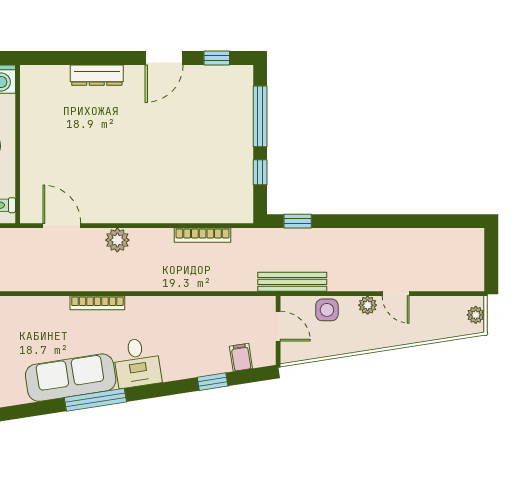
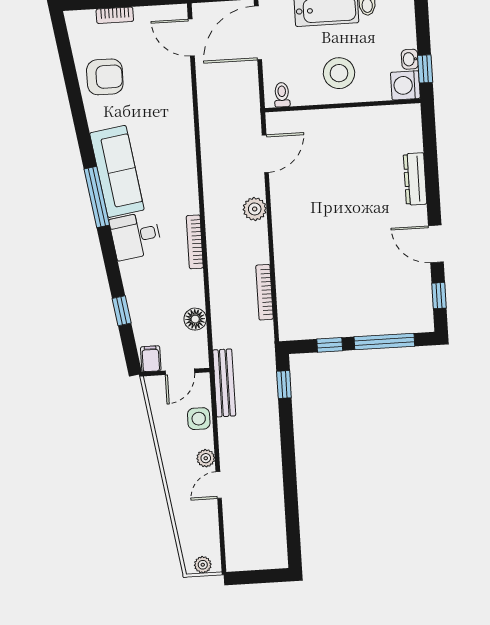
bookcase: (97, 303) -> (195, 242), moved
floor lamp: (226, 307) -> (195, 319), added
filing cabinet: (241, 357) -> (151, 359), moved, turned -81

